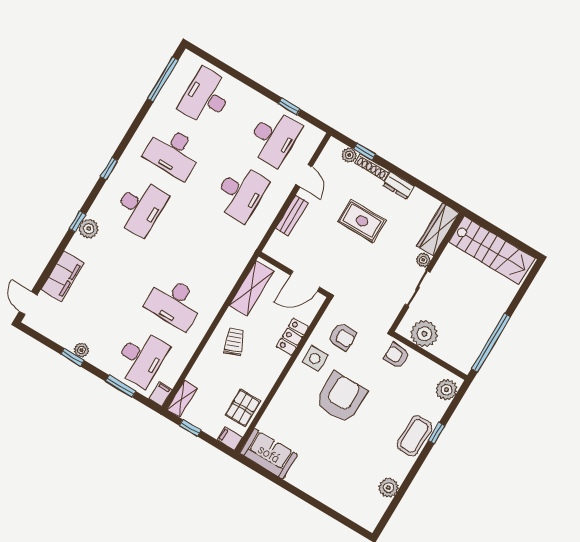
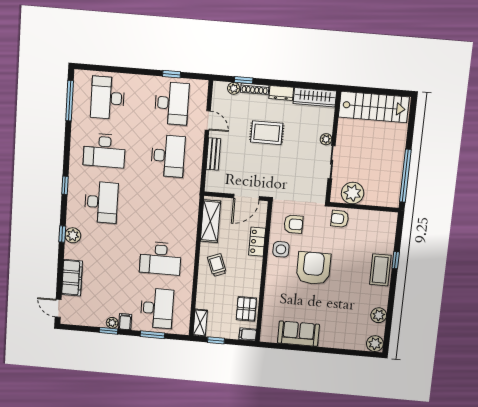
wardrobe: (438, 230) -> (315, 97), moved, turned -90
plant: (446, 390) -> (375, 344), moved
filing cabinet: (161, 394) -> (125, 322), moved
sofa: (269, 454) -> (298, 334), moved

